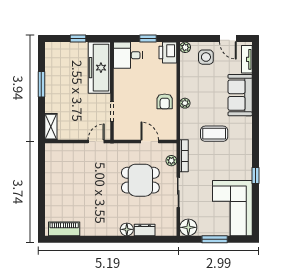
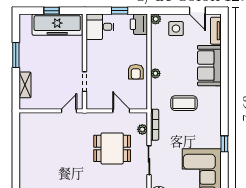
freezer: (99, 68) -> (57, 25), moved, turned -90
shelving: (51, 127) -> (25, 85), moved

